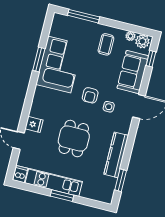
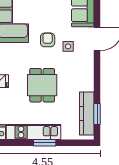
armchair: (90, 95) -> (48, 40), turned 180
kitchen counter: (116, 155) -> (87, 113), moved

